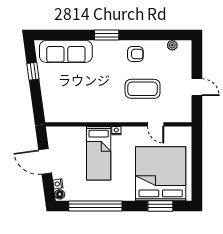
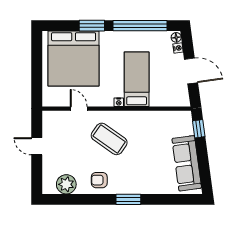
plant: (172, 45) -> (66, 184), width x1.88, depth x1.88
sofa: (66, 51) -> (187, 163), moved, turned -98
window: (33, 71) -> (199, 129), moved
coffee table: (143, 89) -> (109, 139), moved, turned 35
window: (160, 206) -> (92, 26), moved

